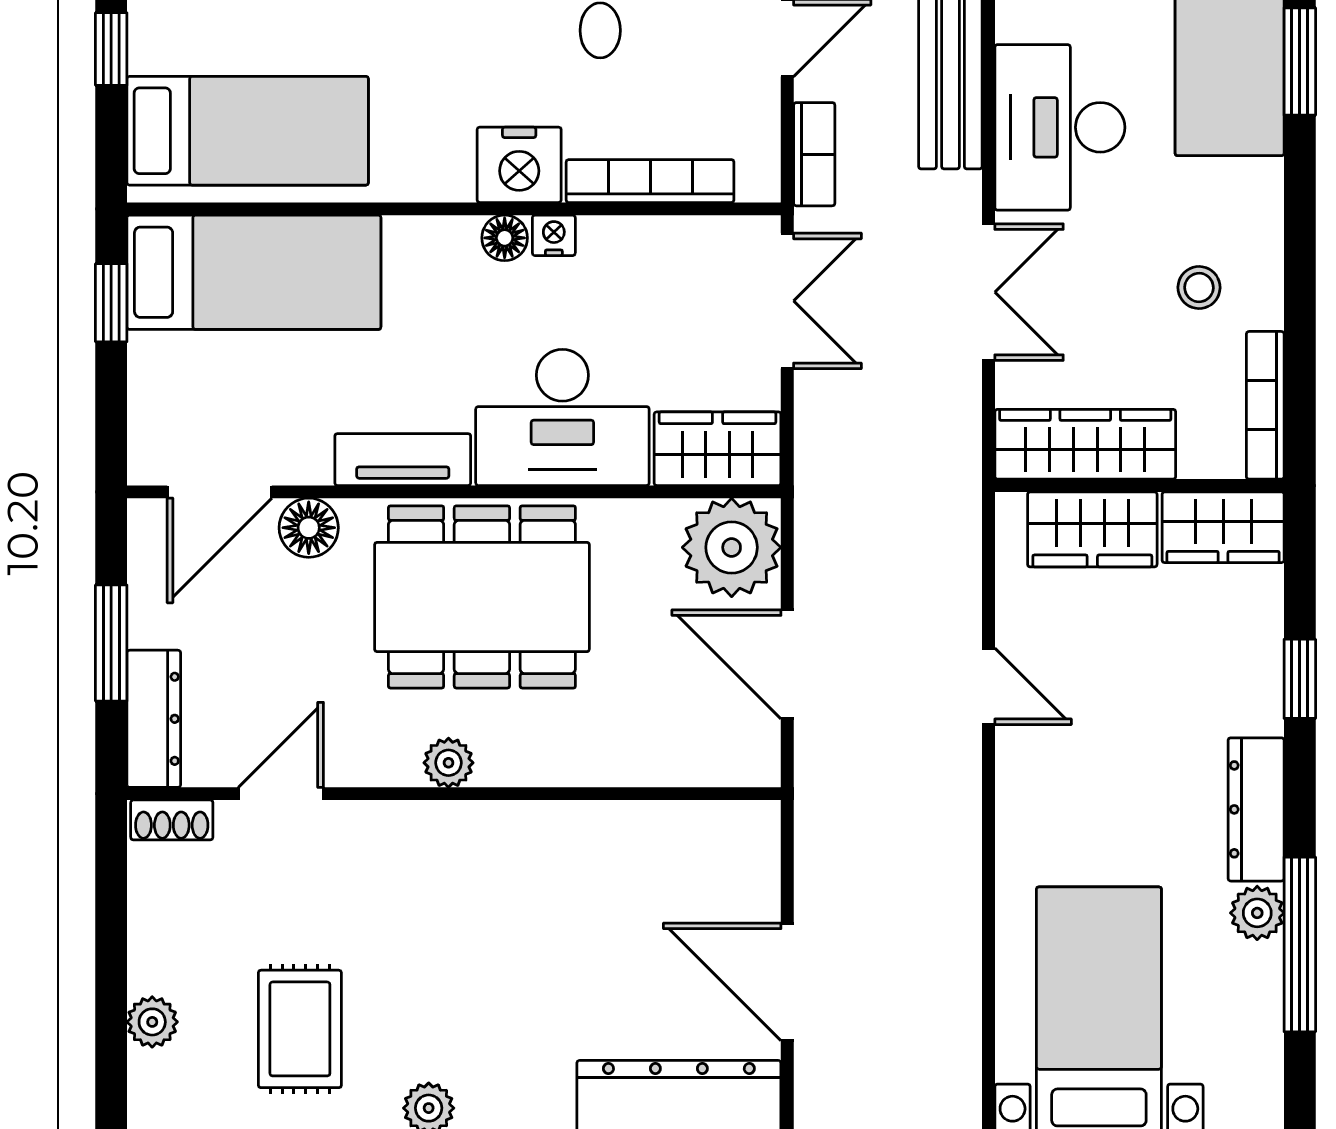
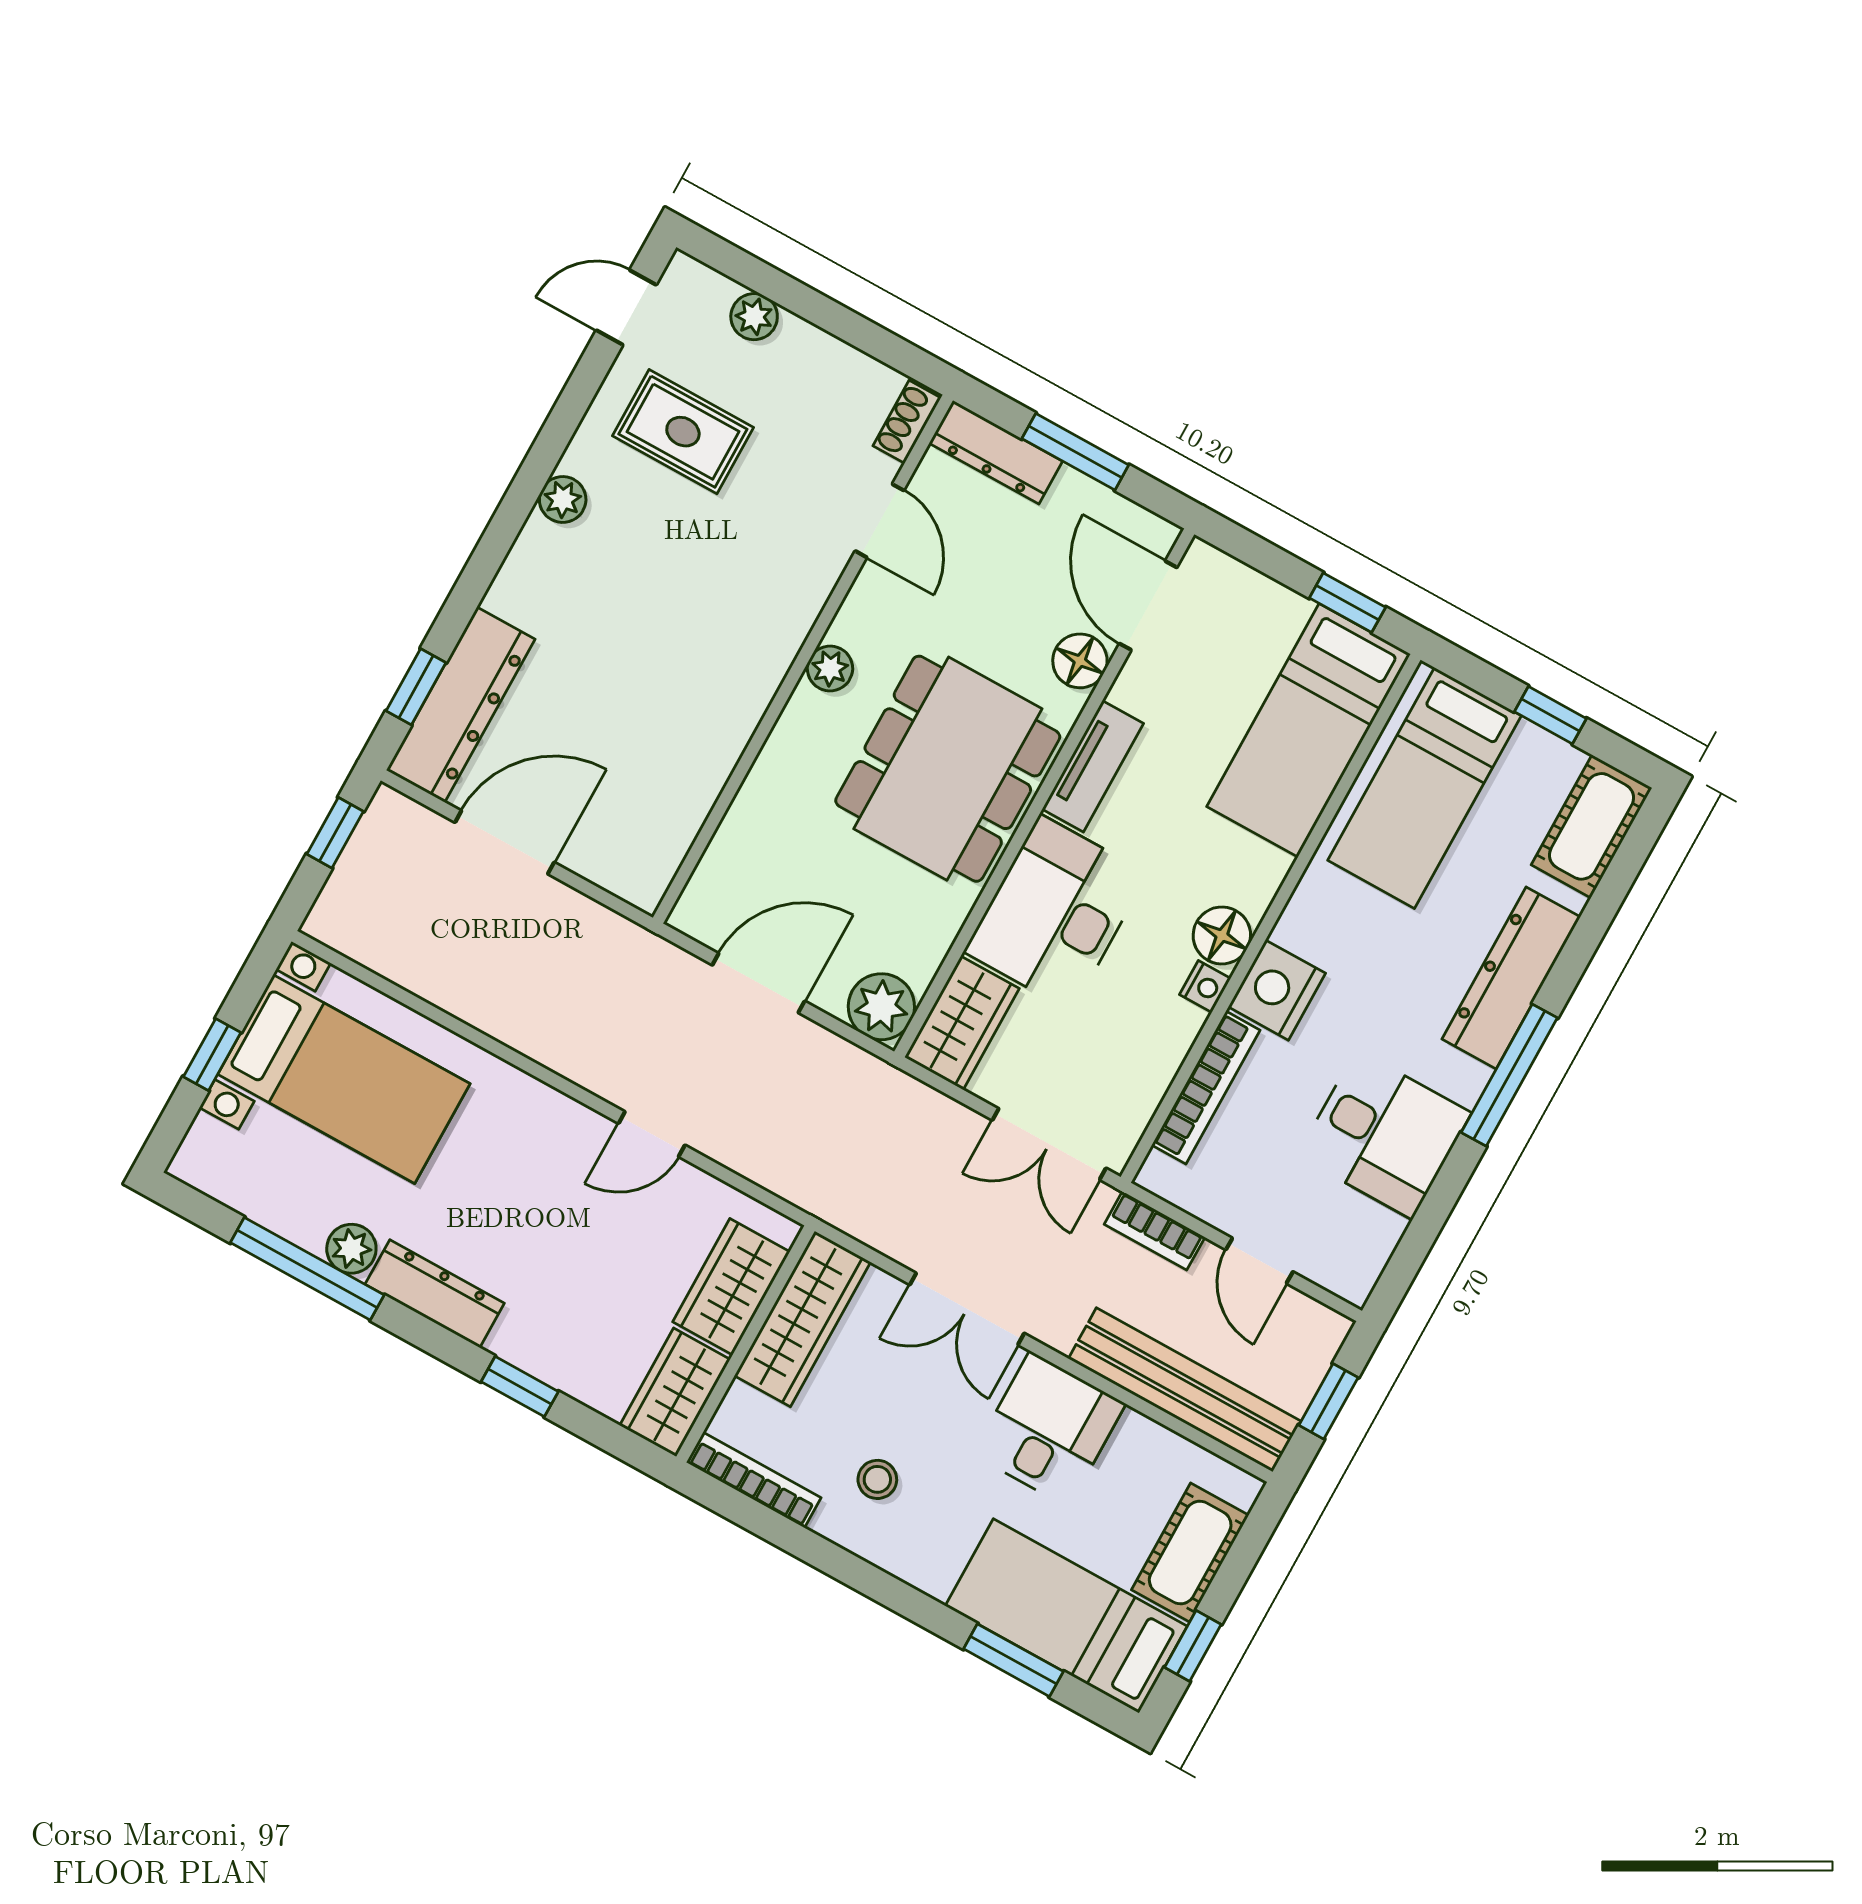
desk: (1060, 127) -> (1049, 1429), width x0.73
floor lamp: (505, 238) -> (1222, 935), width x1.37, depth x1.37
plant: (732, 547) -> (881, 1007), width x0.73, depth x0.73

